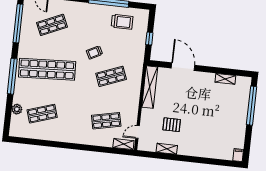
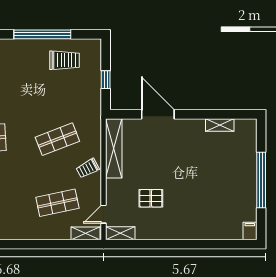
trolley: (94, 52) -> (88, 168), moved
window: (252, 106) -> (261, 180), moved
shelving: (167, 149) -> (120, 233), moved

